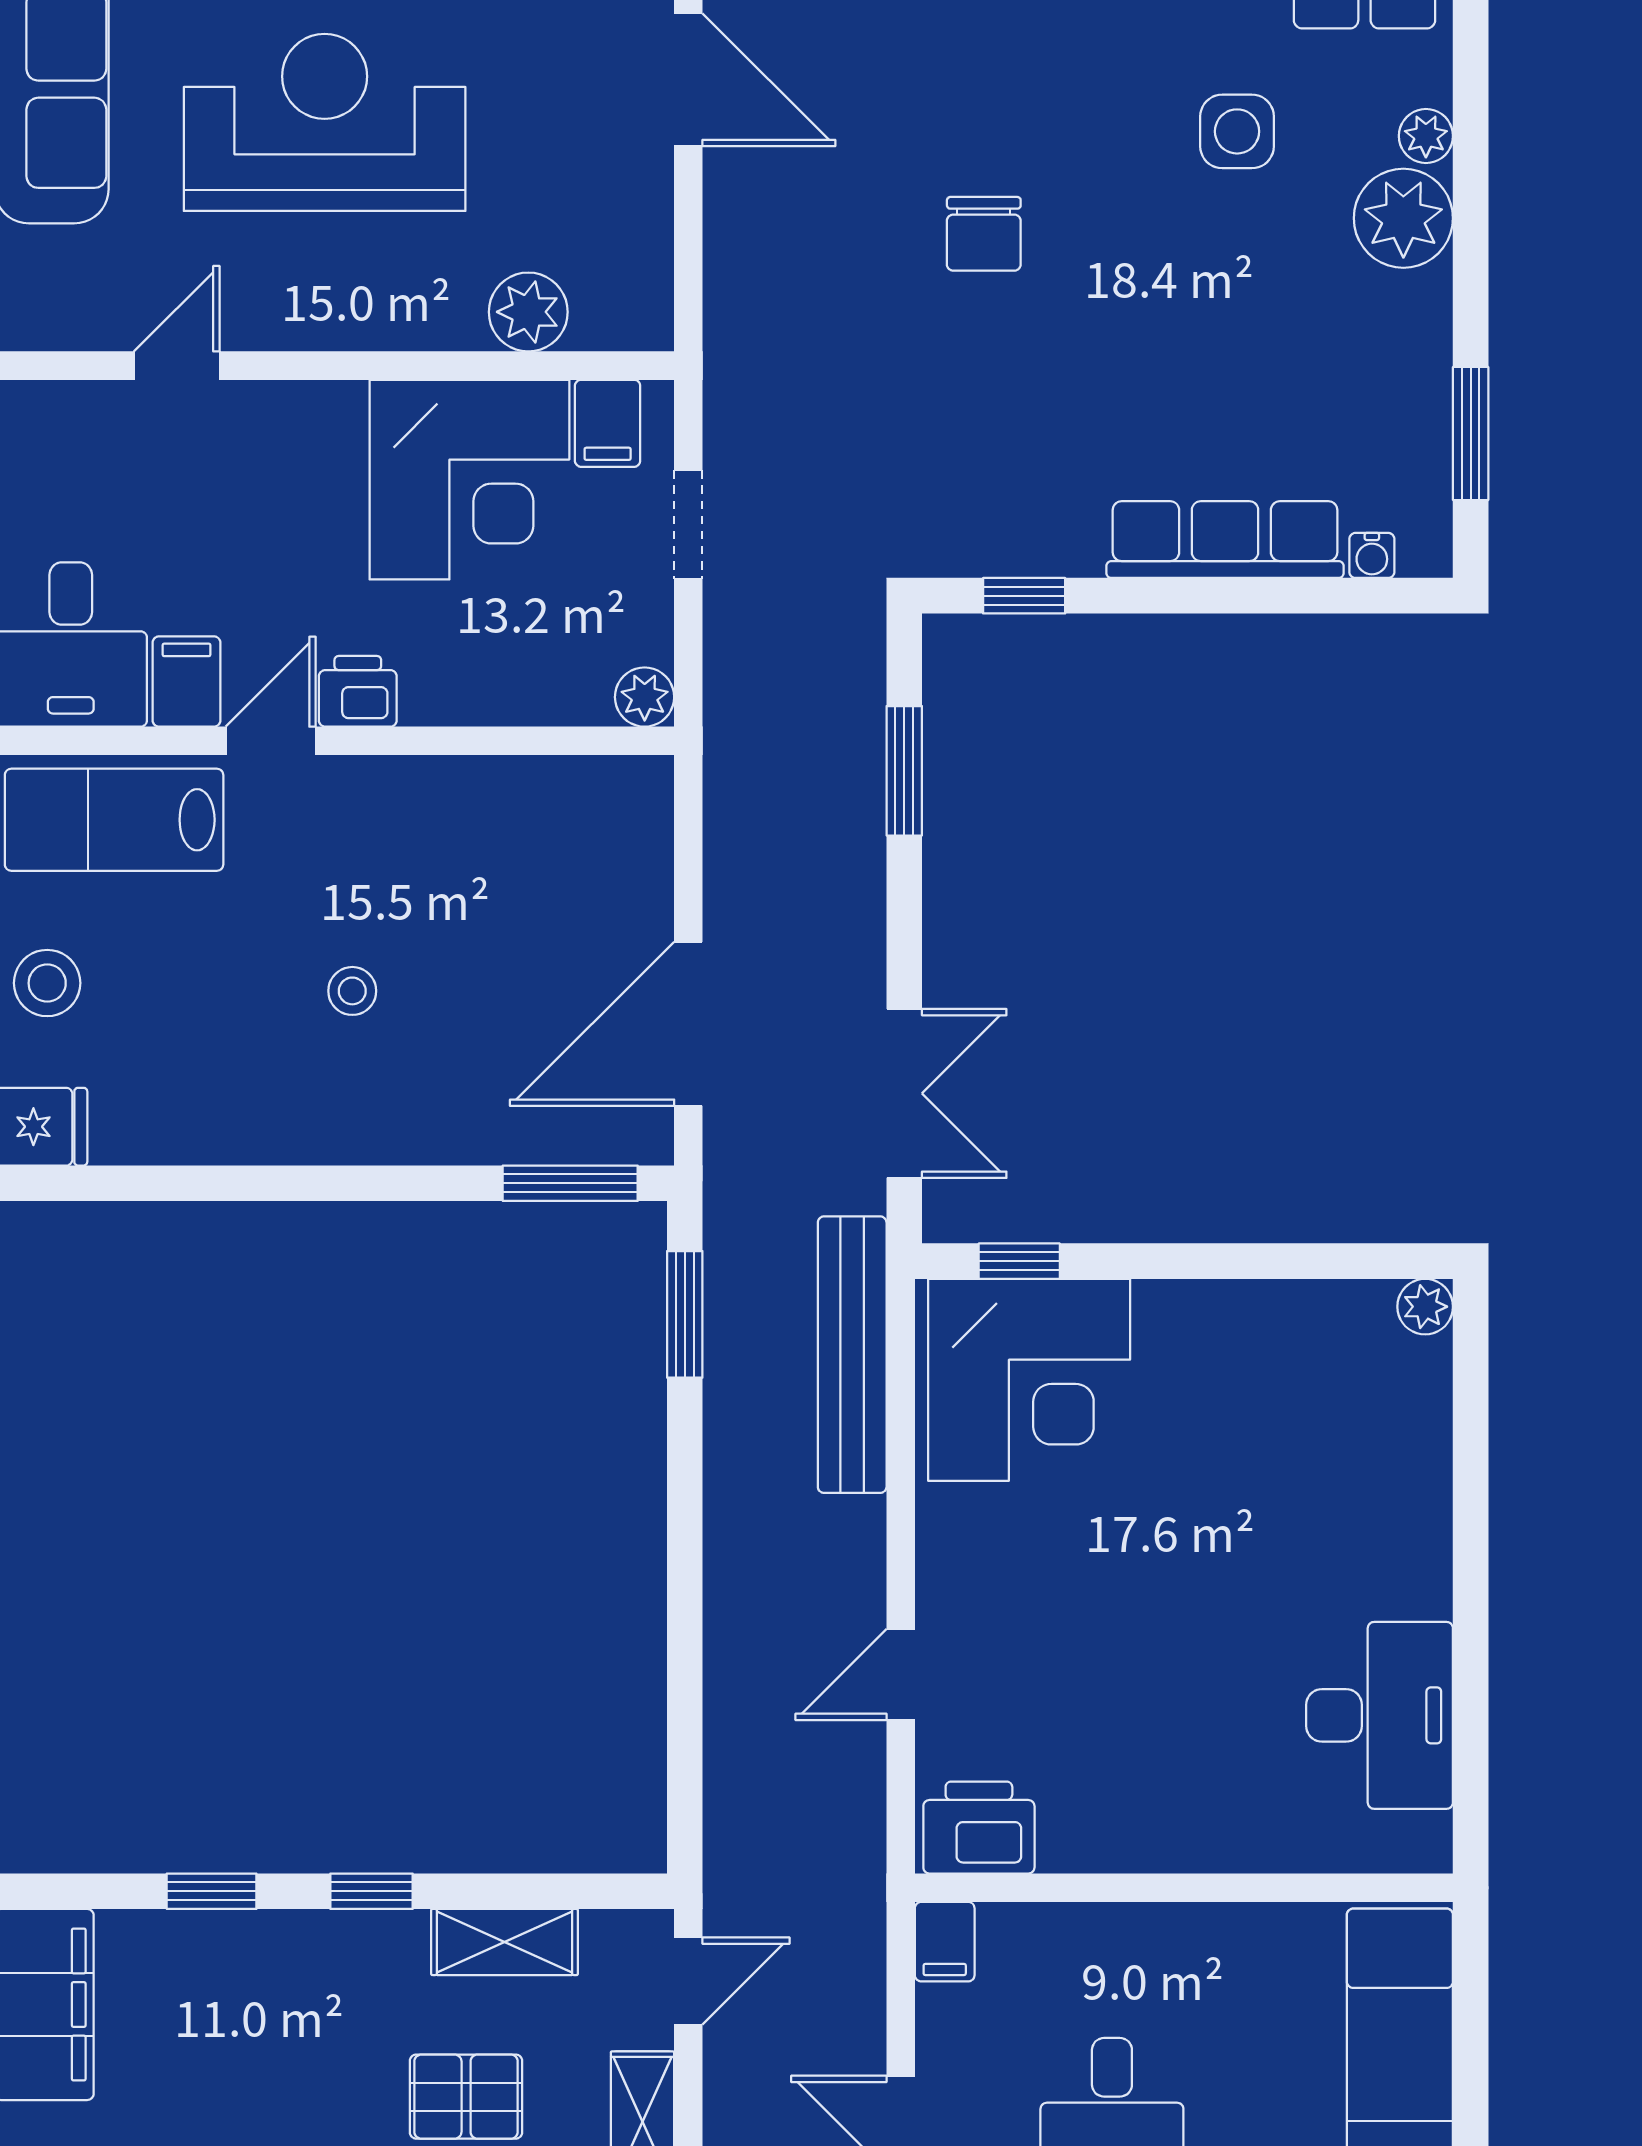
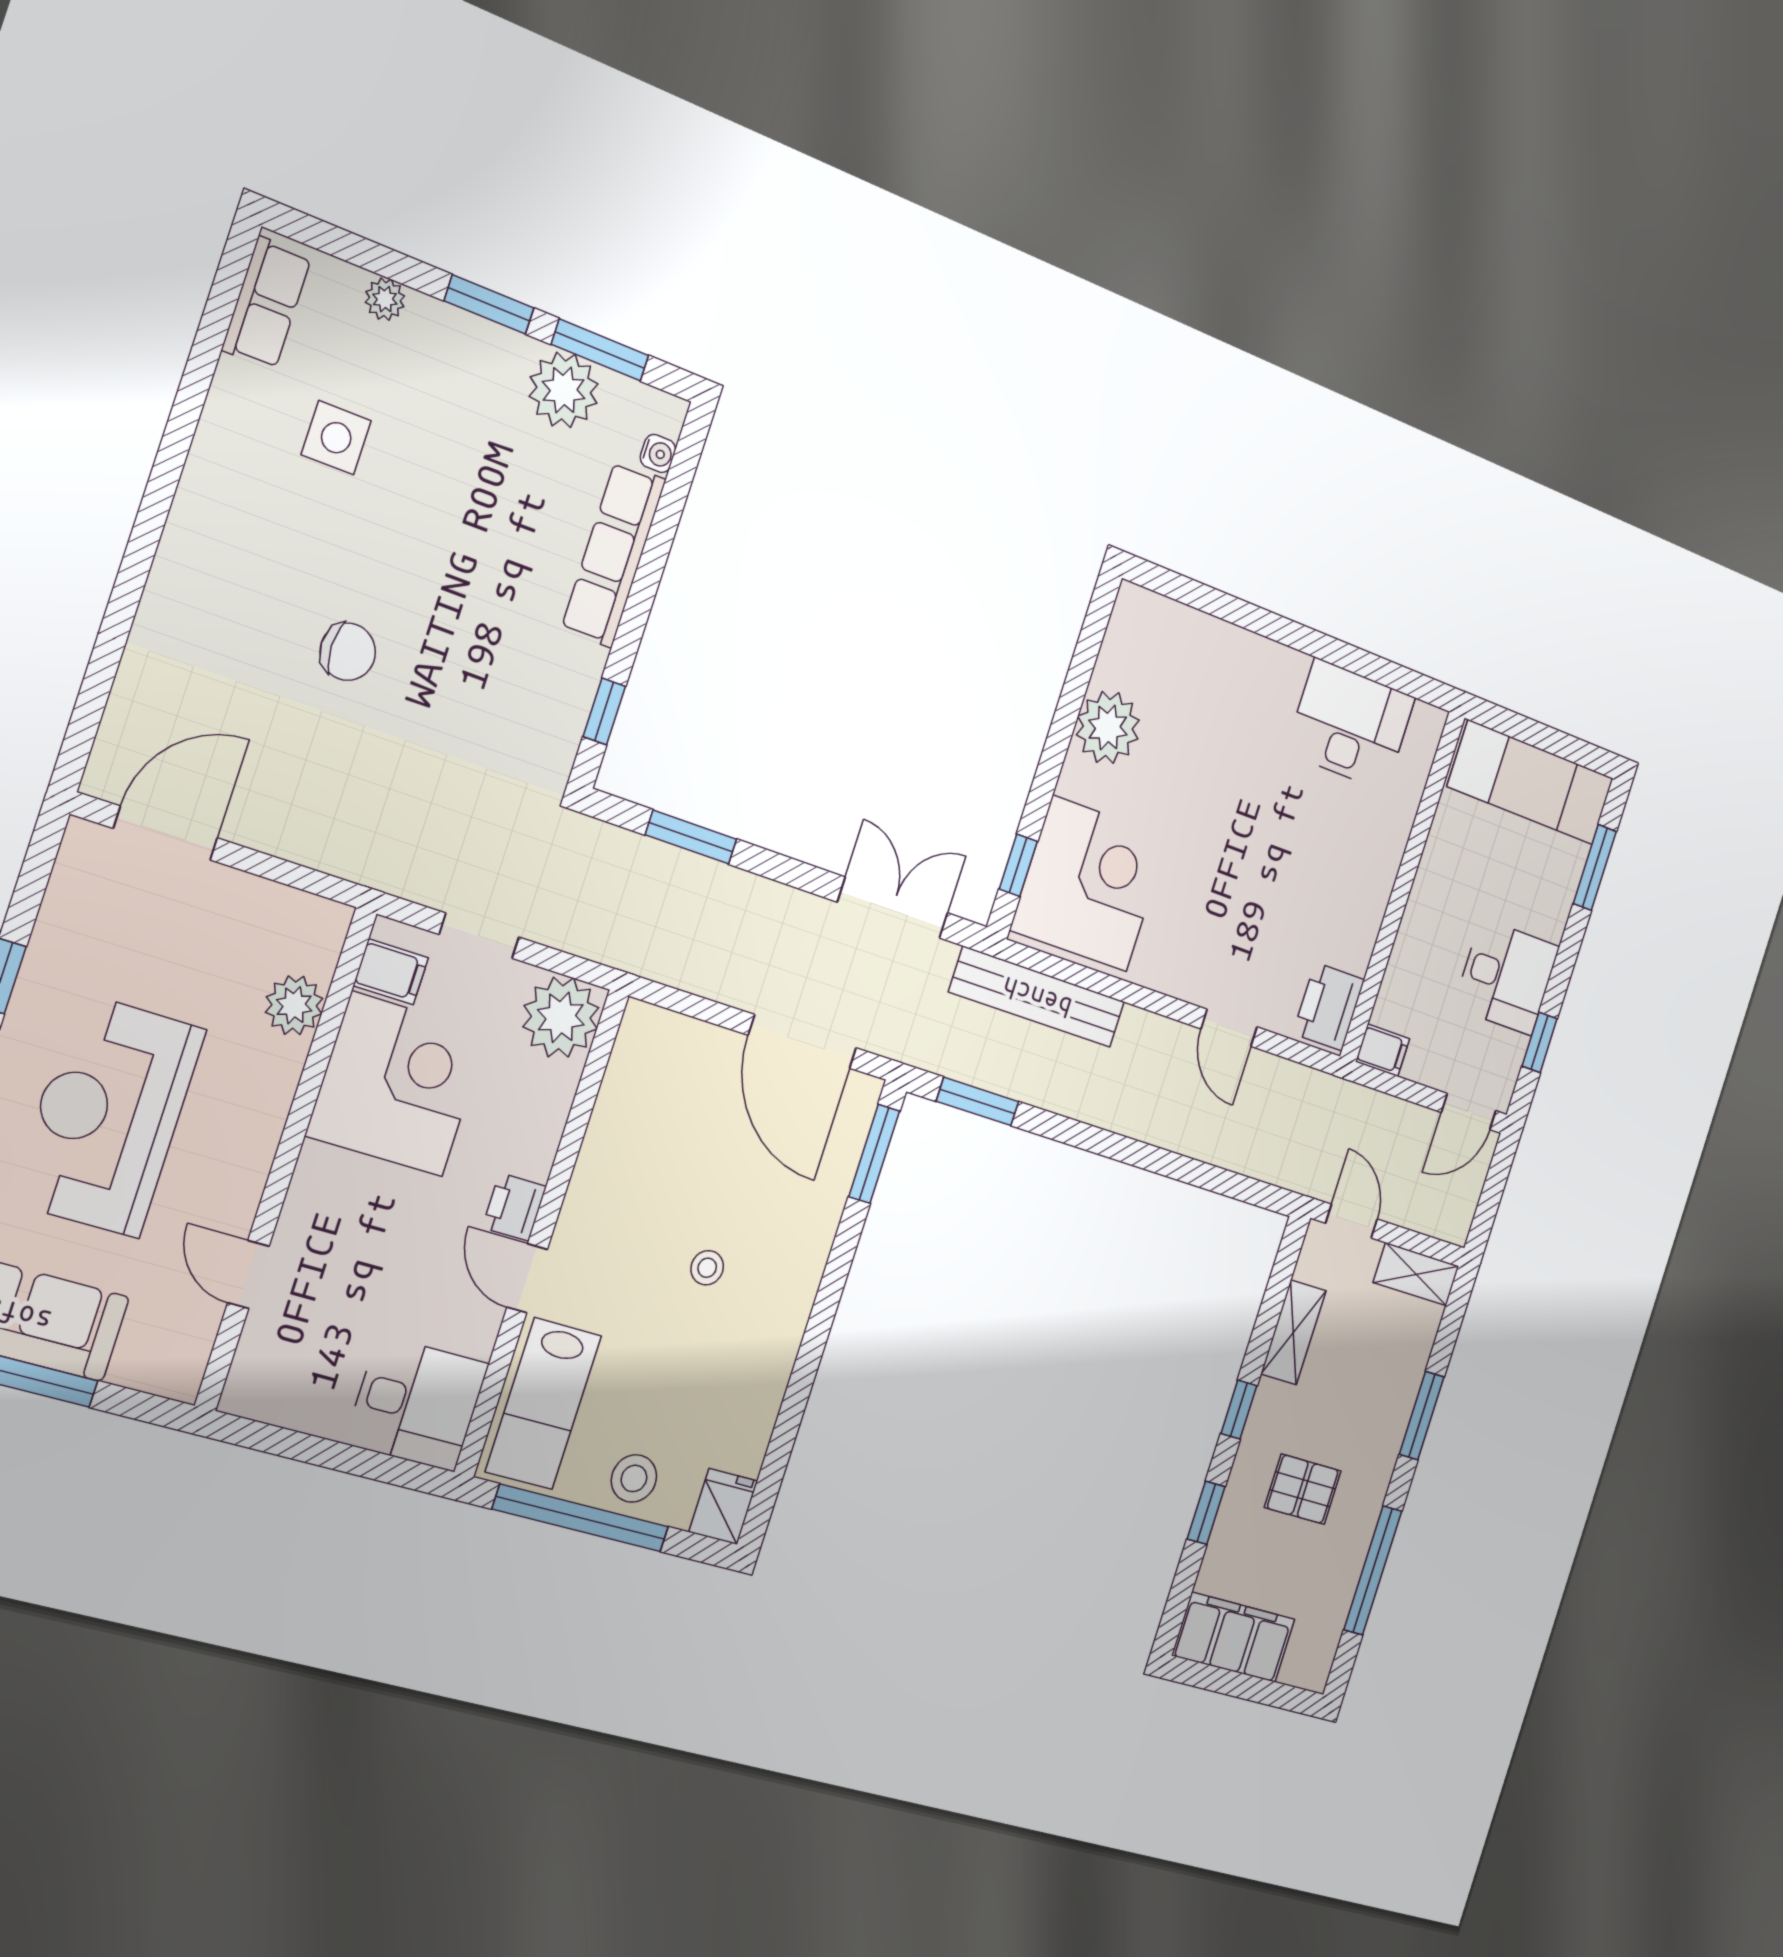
plant: (1403, 218) -> (564, 390), moved
window: (1471, 270) -> (489, 304), added
filing cabinet: (186, 682) -> (468, 1327), removed
plant: (645, 697) -> (561, 1017), width x1.88, depth x1.88
plant: (1425, 1307) -> (1108, 728), moved, width x1.88, depth x1.88
pallet: (466, 2097) -> (1303, 1489), moved, turned 90

